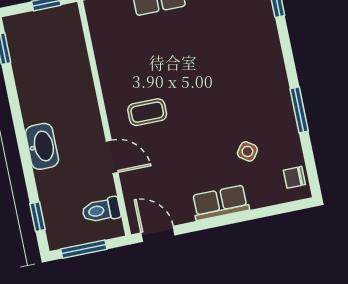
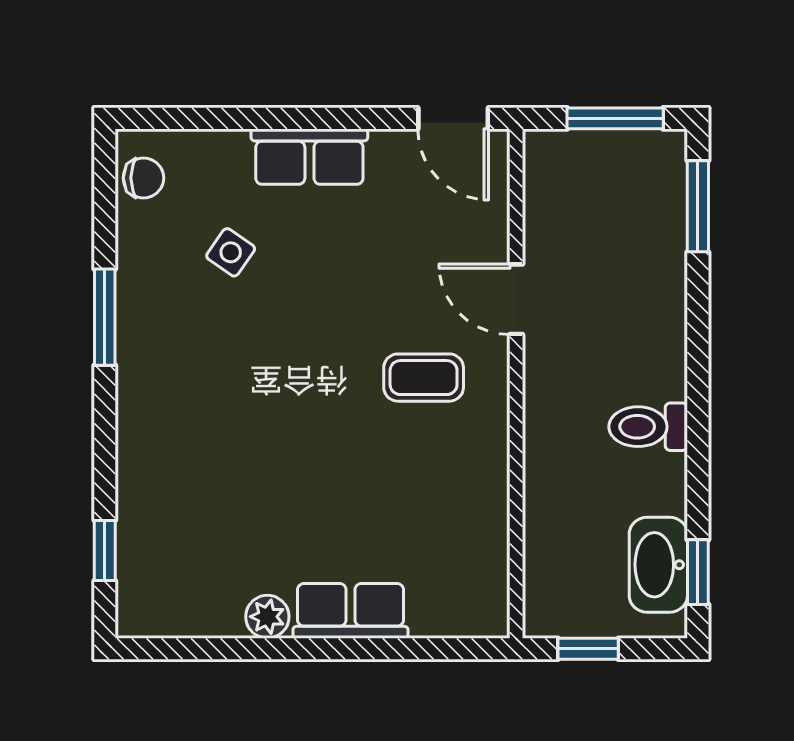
washbasin: (42, 146) -> (658, 565), moved
toilet: (101, 210) -> (648, 427), moved, turned 180
window: (38, 217) -> (698, 206), width x1.50

